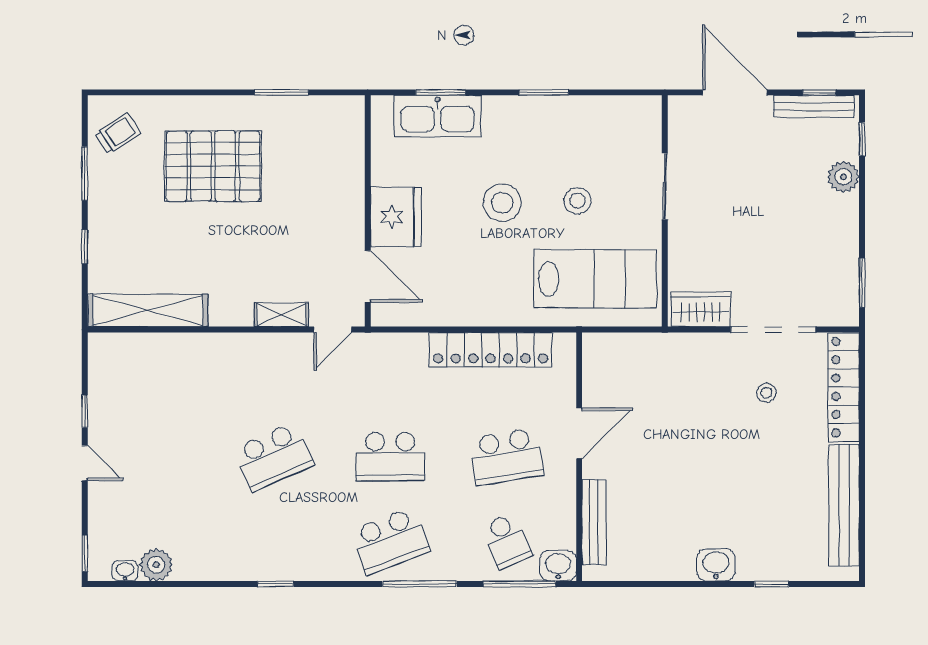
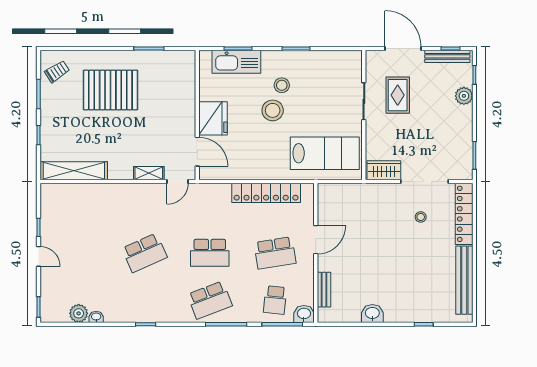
rug: (725, 176) -> (398, 95), added
stool: (577, 201) -> (282, 85), moved
bench: (594, 522) -> (324, 290), width x0.73
school desk: (507, 541) -> (275, 300), turned 30
washbasin: (716, 565) -> (372, 313), moved
washbasin: (125, 571) -> (96, 317), moved

